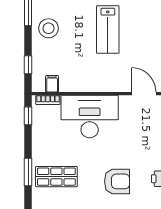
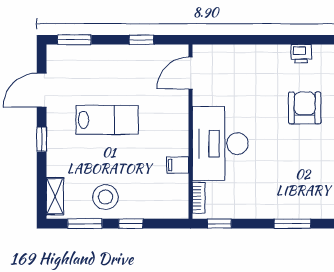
window: (28, 65) -> (131, 224), moved
filing cabinet: (52, 84) -> (178, 165), moved
shop shelf: (56, 177) -> (298, 187), removed

